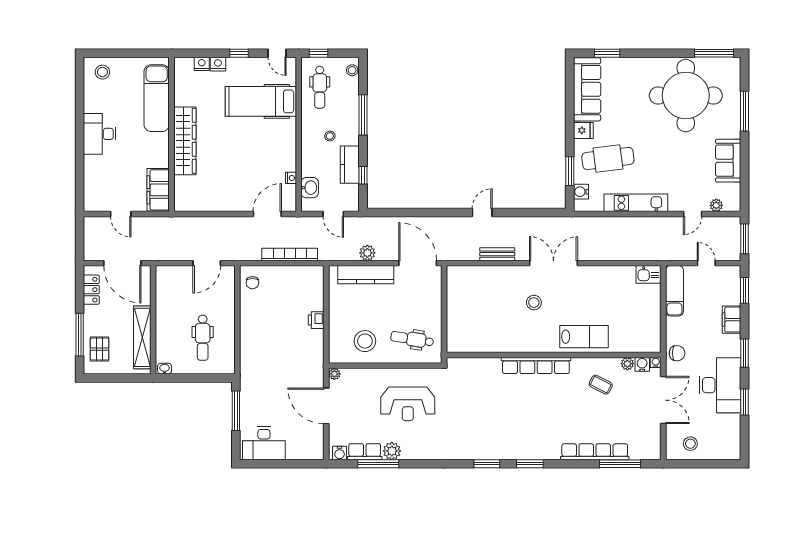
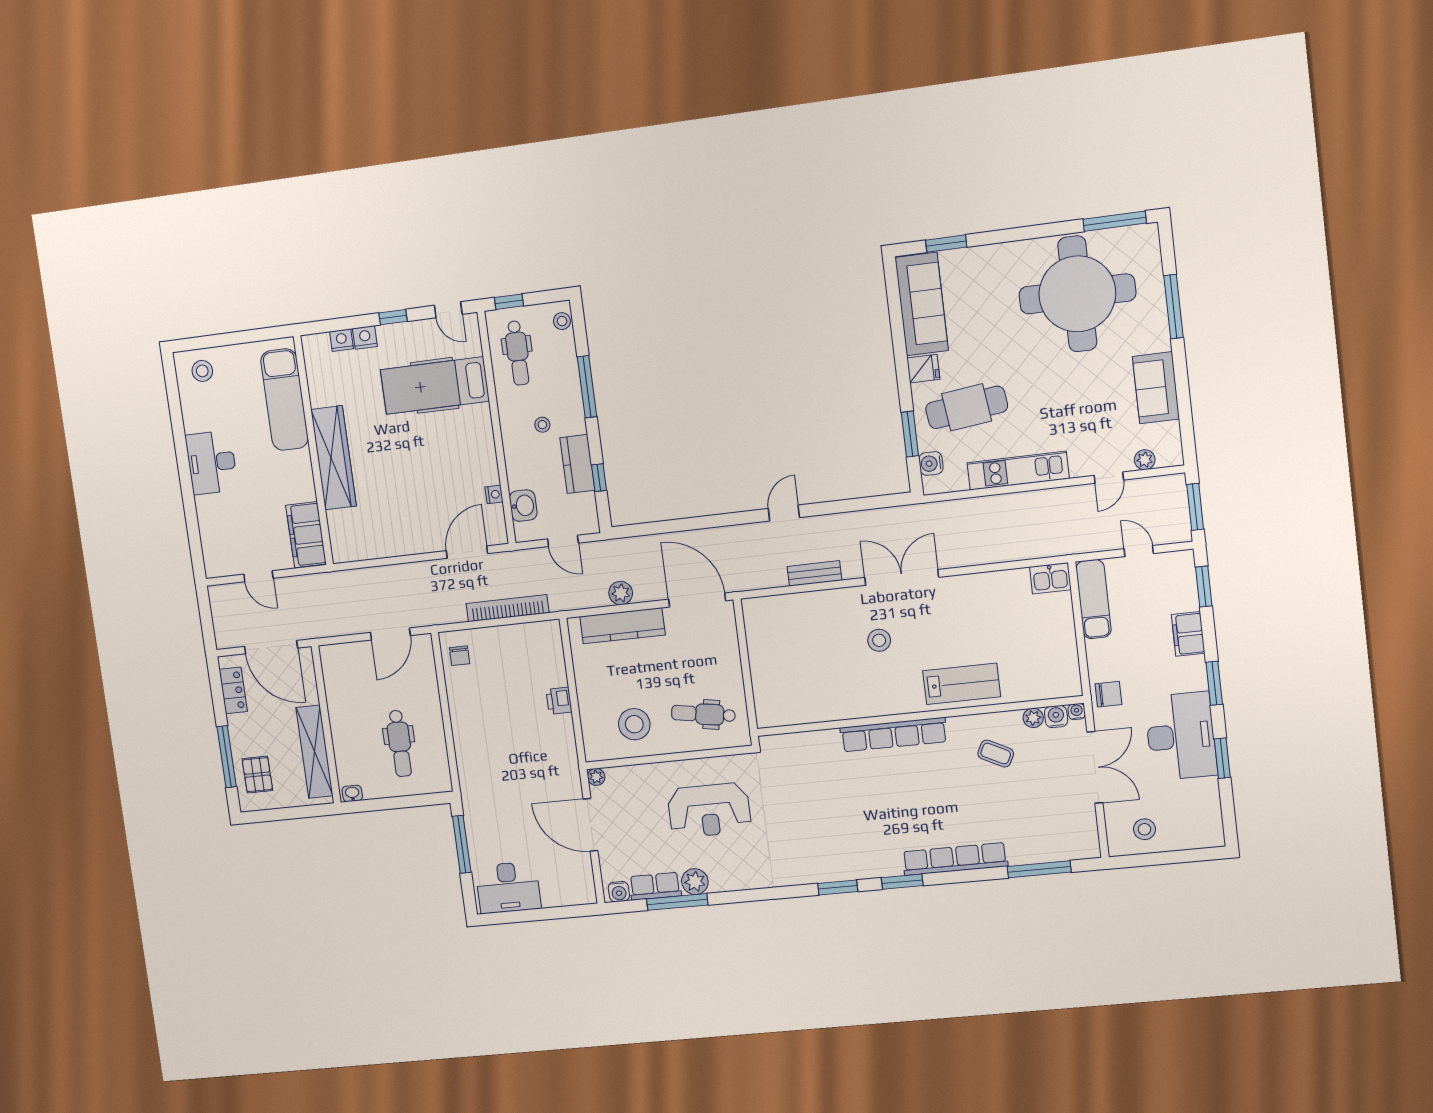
row of seats: (595, 452) -> (955, 859), moved

